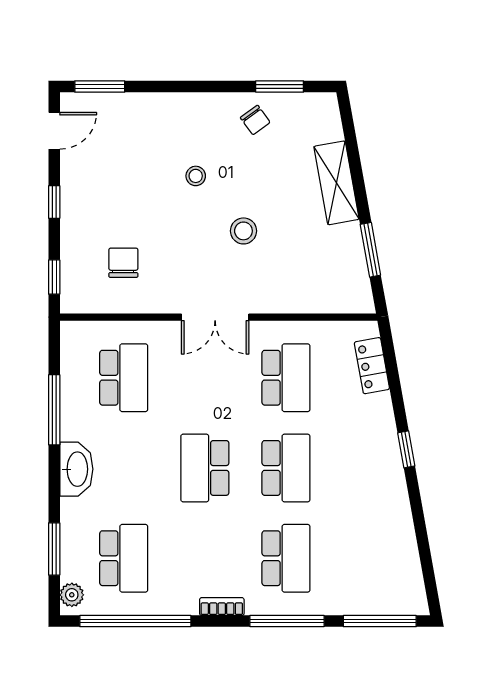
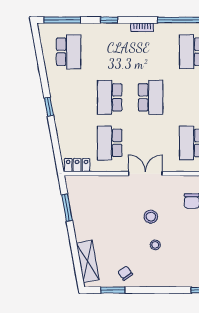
shelving: (337, 183) -> (88, 261), moved
stool: (243, 231) -> (151, 217), moved
locker: (372, 366) -> (77, 165), moved, turned -80
school desk: (286, 558) -> (69, 52), moved, turned 180
window: (287, 621) -> (109, 20), width x0.46

